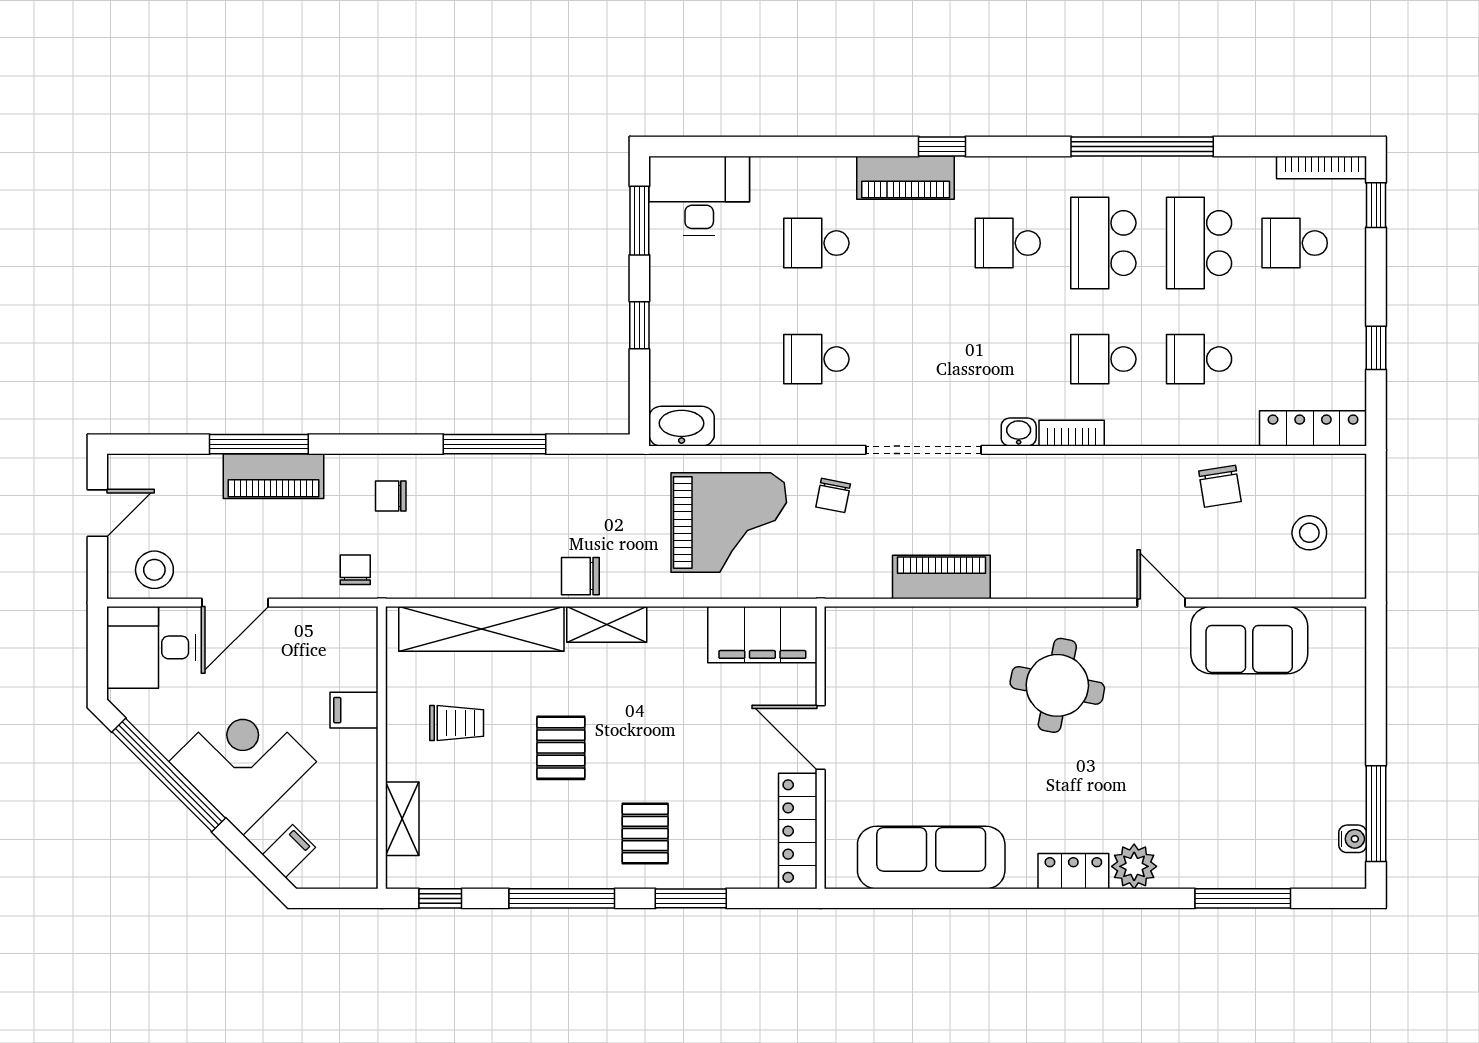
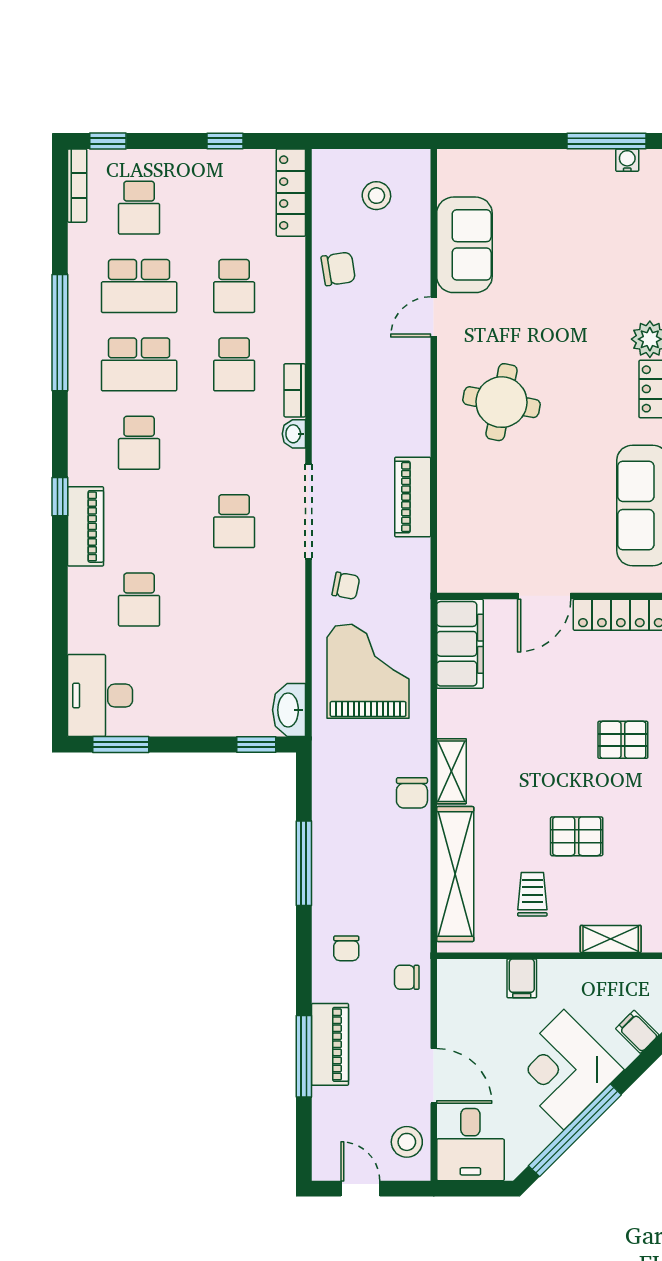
window: (639, 325) -> (256, 745), moved
school desk: (816, 359) -> (234, 521), moved
pallet: (561, 748) -> (577, 836), moved

